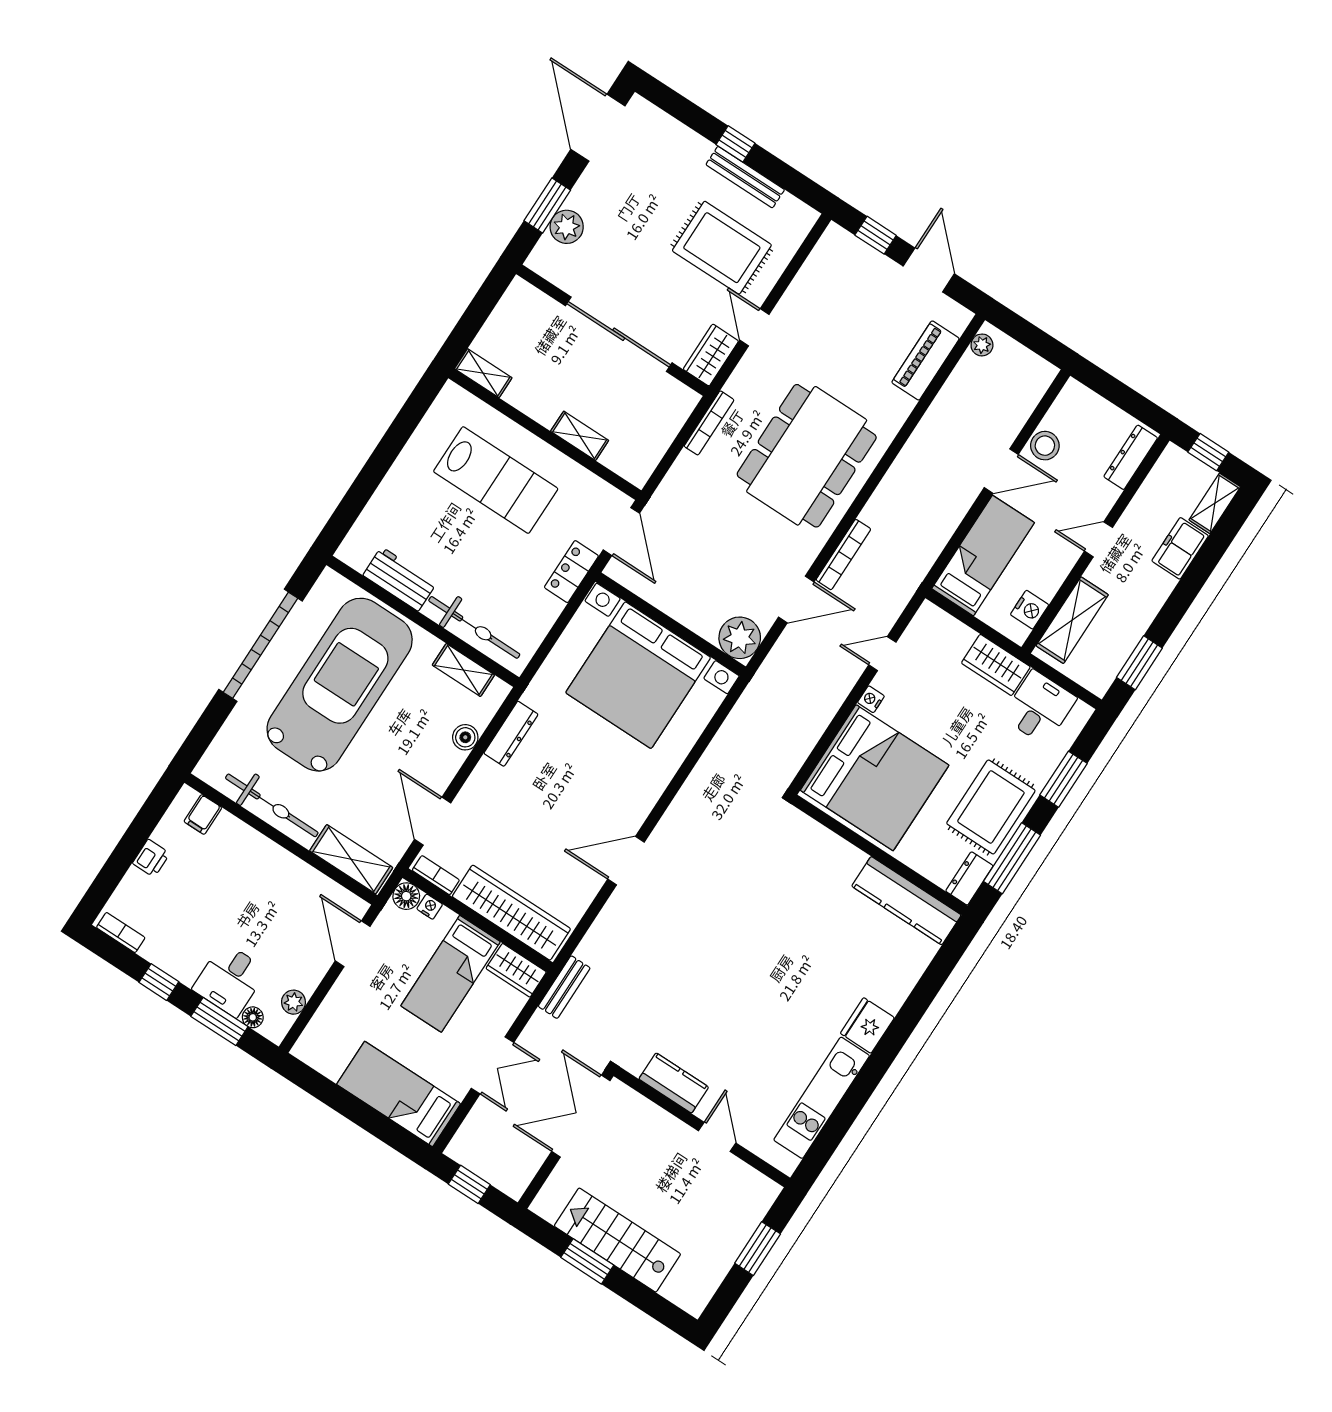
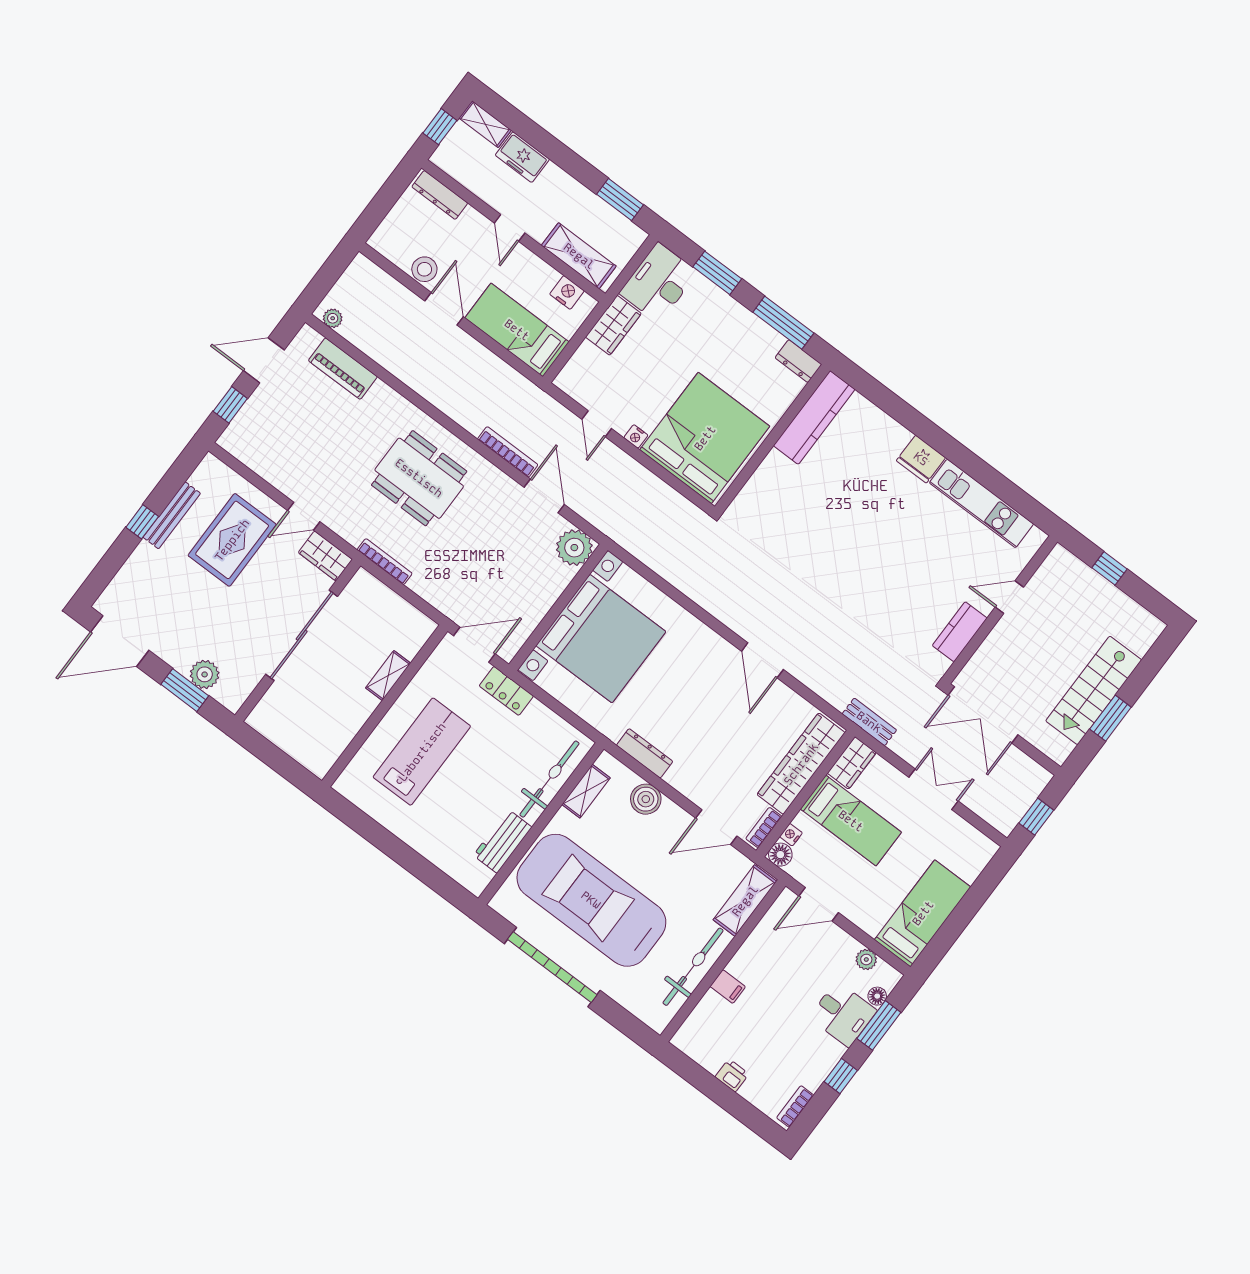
shelving: (483, 373) -> (328, 756), removed
dining table: (807, 456) -> (419, 478), width x0.73, depth x0.80
desk: (1039, 708) -> (658, 283), width x1.37
boiler: (465, 737) -> (646, 799), width x1.36, depth x1.36
rug: (991, 807) -> (737, 338), removed
filing cabinet: (203, 814) -> (728, 987), moved
bed: (399, 1094) -> (923, 913), moved, turned 180
window: (758, 1249) -> (1109, 568), width x0.67

